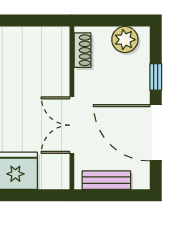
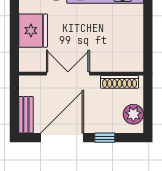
shoe rack: (83, 50) -> (120, 82), width x1.43
bench: (106, 180) -> (26, 115), moved

